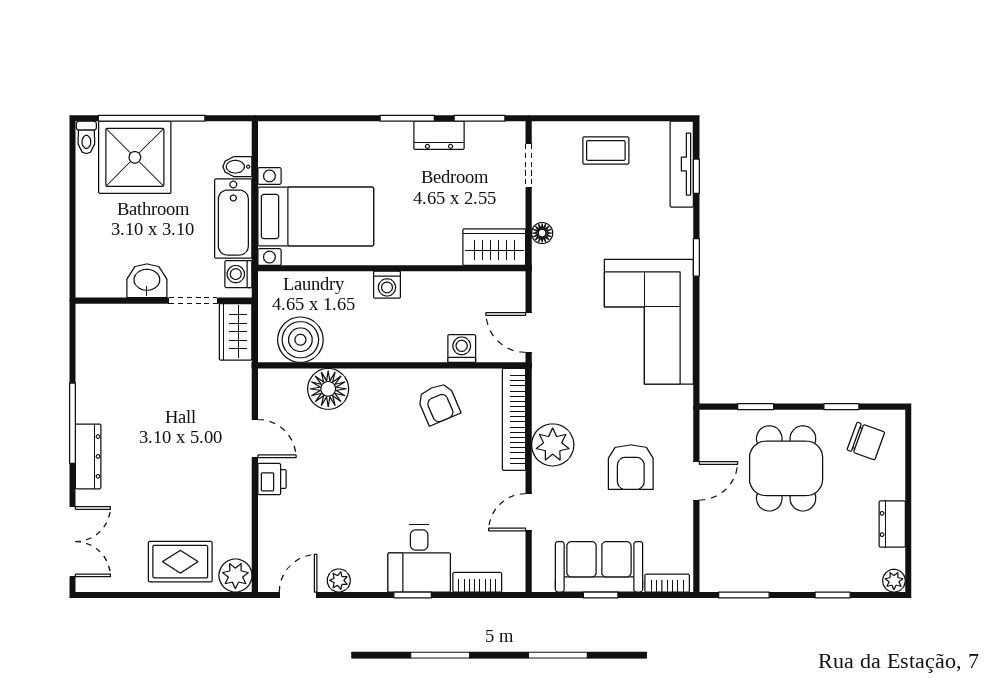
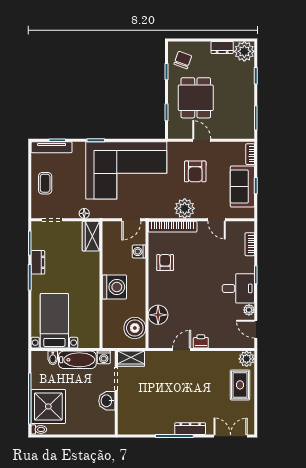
bed with nightstands: (316, 216) -> (54, 321), moved
washing machine: (387, 285) -> (114, 287), width x1.89, depth x1.89
corner sofa: (649, 322) -> (126, 170), width x1.36, depth x1.36
armchair: (438, 404) -> (165, 263), turned -67
armchair: (631, 467) -> (195, 171), turned 90
dining table: (786, 468) -> (196, 98), turned 90
desk: (419, 558) -> (238, 288), moved
plant: (894, 581) -> (244, 51), width x1.88, depth x1.88

